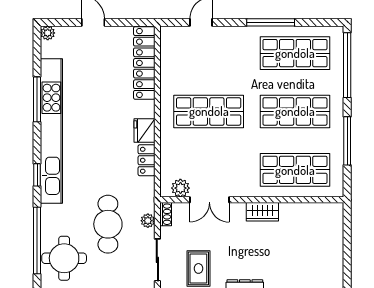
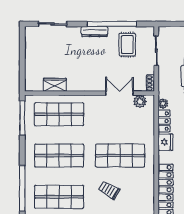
trolley: (224, 63) -> (109, 190), added
window: (347, 141) -> (22, 118), moved
wardrobe: (262, 212) -> (55, 85), moved
plant: (148, 221) -> (163, 104), moved

